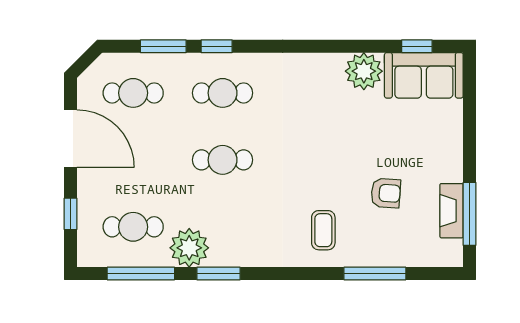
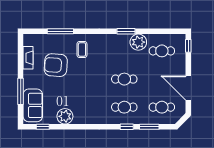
sofa: (424, 75) -> (33, 105), moved, turned 90
armchair: (386, 193) -> (56, 65), width x1.88, depth x1.88
window: (71, 214) -> (188, 46), moved
window: (470, 214) -> (21, 91), moved
window: (141, 274) -> (159, 31), removed

